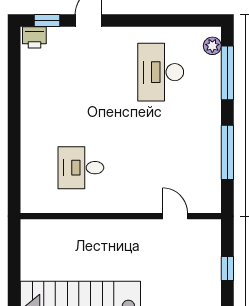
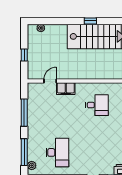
filing cabinet: (144, 201) -> (66, 89), added
door: (175, 216) -> (50, 81), swing flipped

